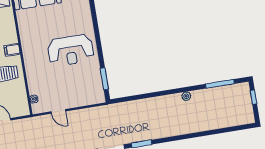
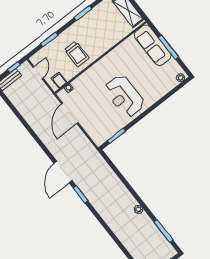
filing cabinet: (12, 50) -> (59, 80), moved
door: (58, 111) -> (70, 113), width x1.87

